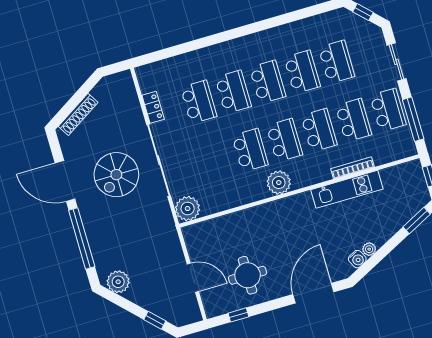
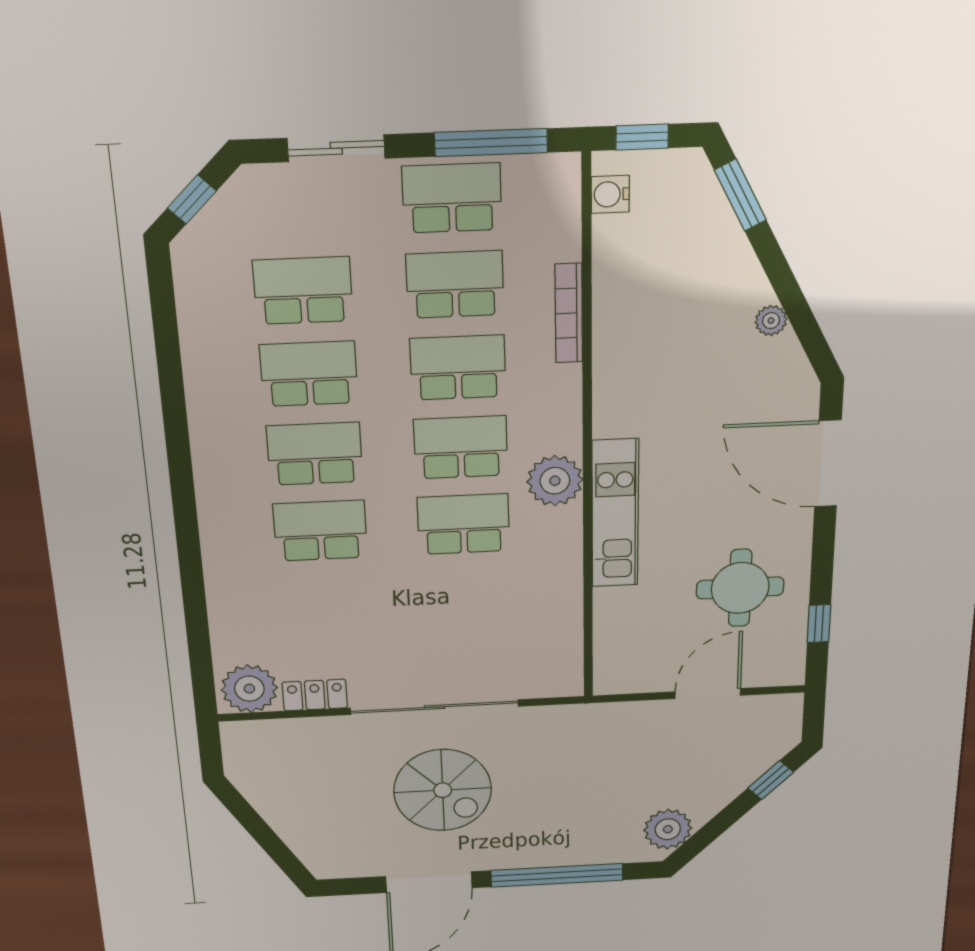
school desk: (199, 102) -> (326, 605), removed
shoe rack: (78, 114) -> (295, 834), removed
kitchen unit: (347, 189) -> (615, 514), moved
plant: (188, 209) -> (249, 689), moved
water cooler: (357, 259) -> (610, 194), moved, turned -153

